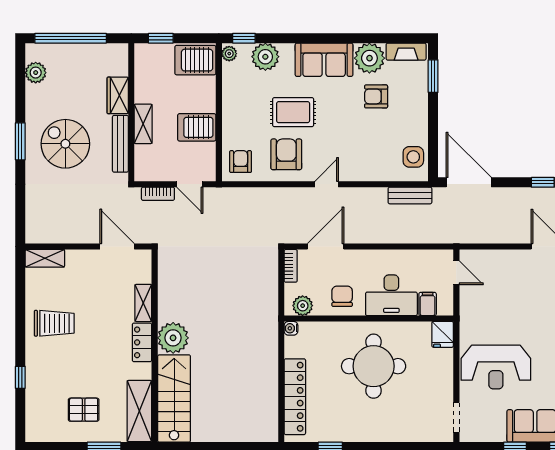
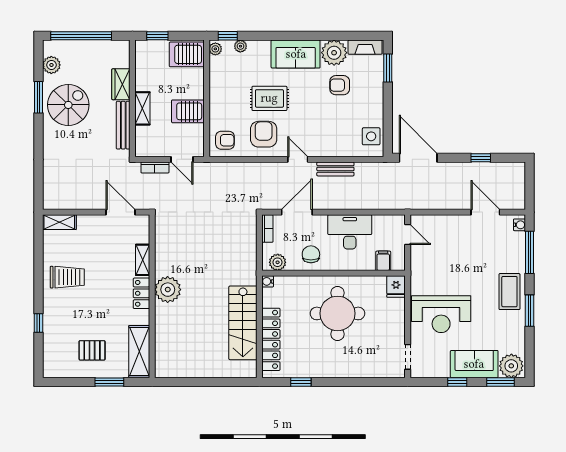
plant: (265, 57) -> (240, 46), width x0.53, depth x0.53
window: (20, 141) -> (38, 97), moved
spiral stairs: (65, 144) -> (68, 105), moved, turned 90
armchair: (241, 162) -> (225, 140), turned 90
door: (327, 184) -> (298, 159), hinge flipped
bench: (410, 195) -> (335, 169), moved
desk: (391, 295) -> (350, 232), moved, turned 180
stairs: (174, 399) -> (243, 323), moved, turned 180

